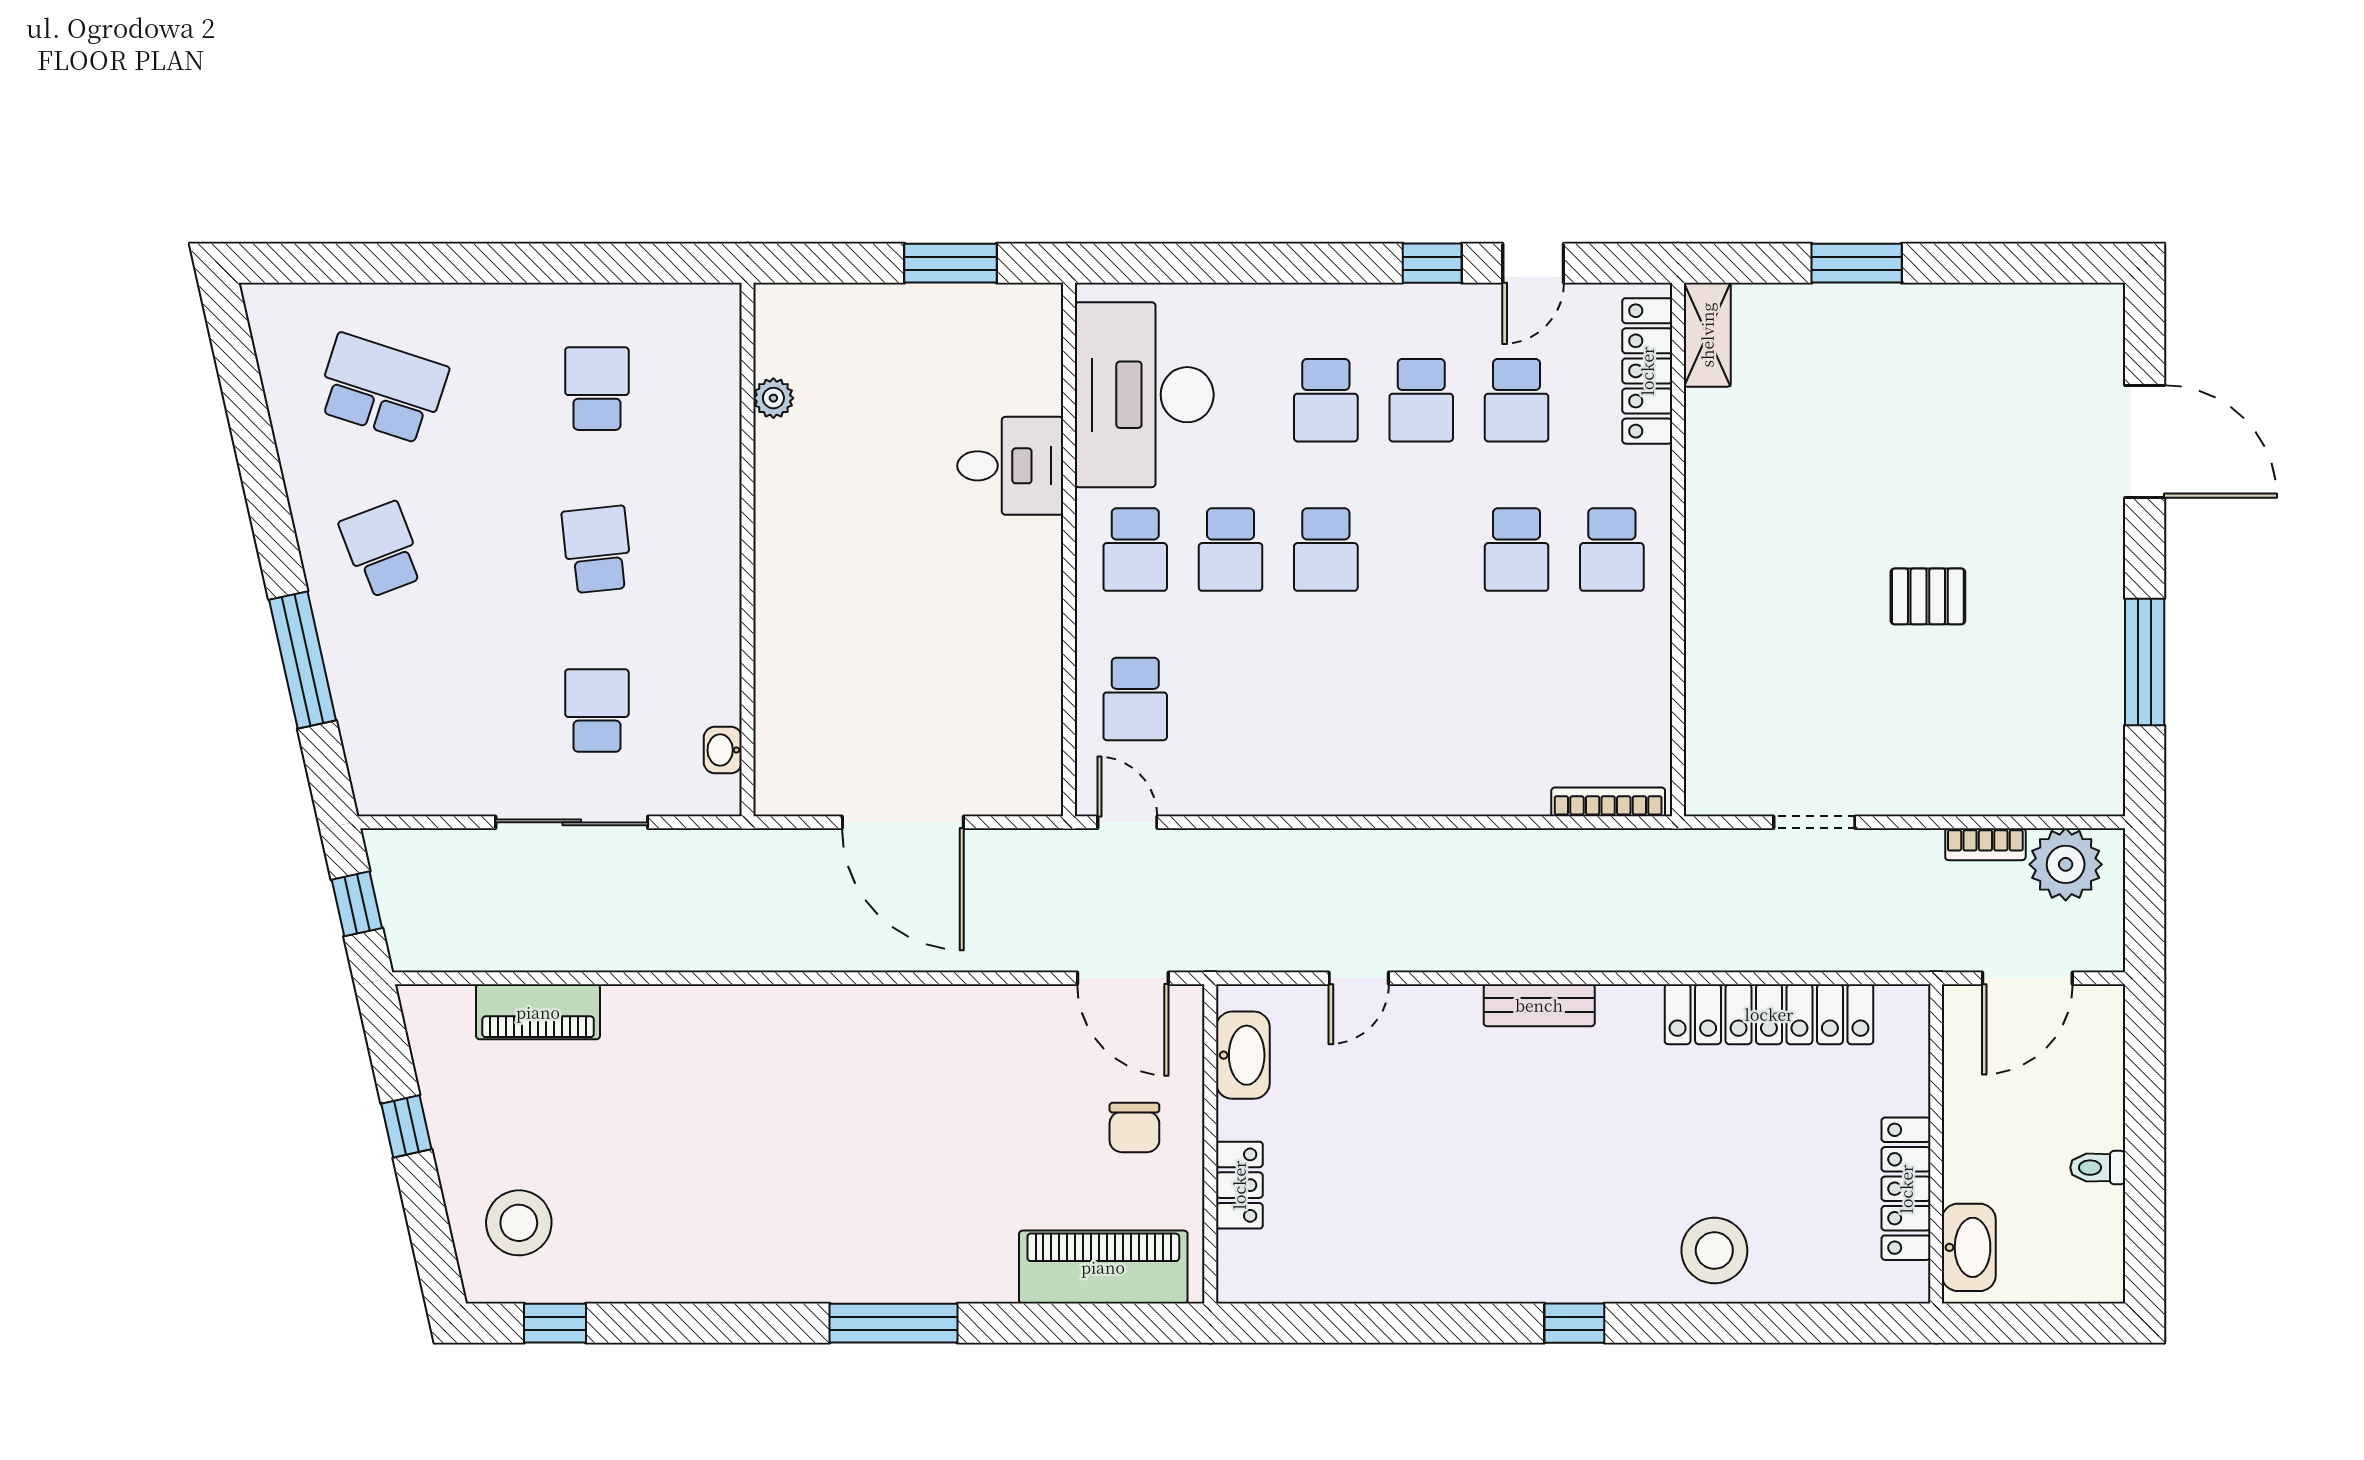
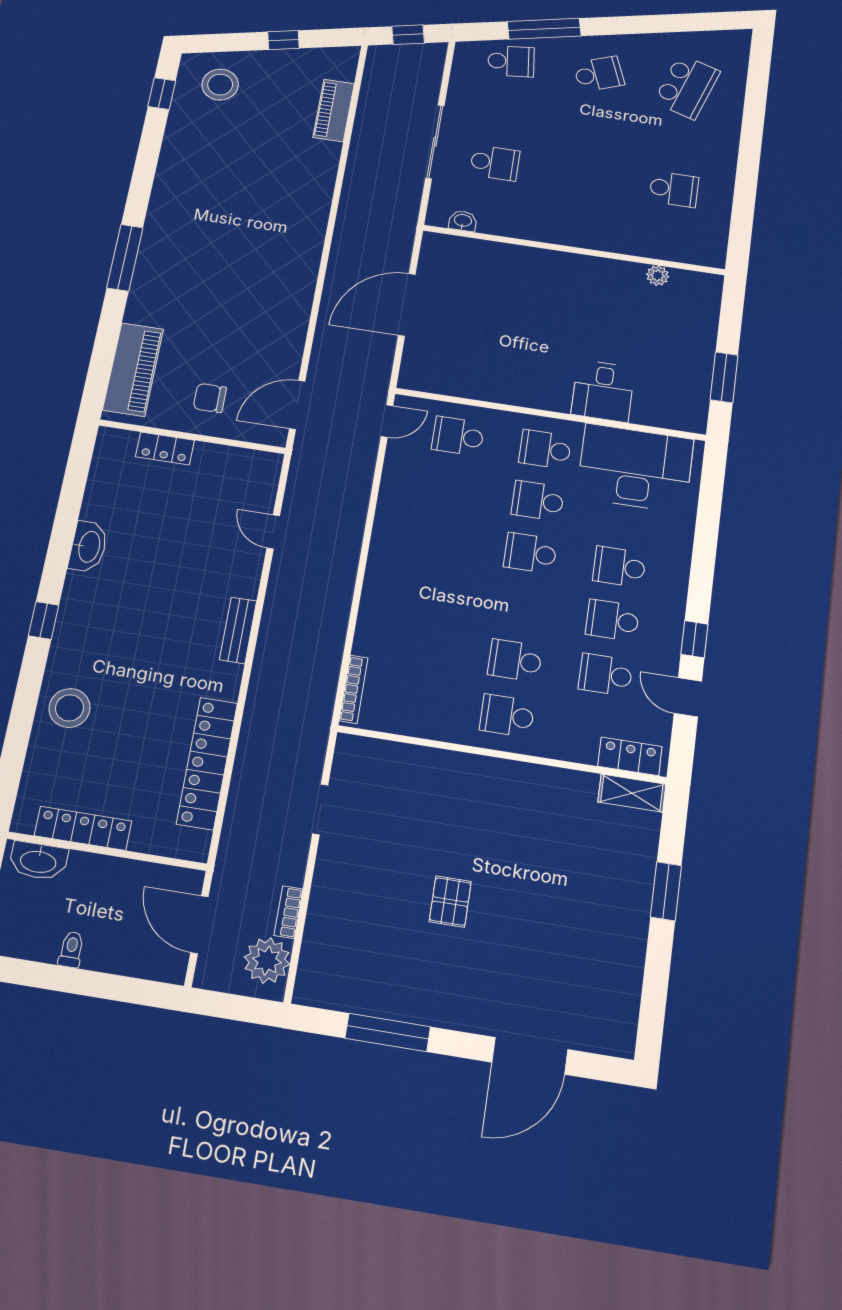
locker: (1647, 371) -> (630, 756), width x0.66
school desk: (597, 550) -> (511, 61), moved
washbasin: (1243, 1055) -> (88, 547), moved, turned -90

